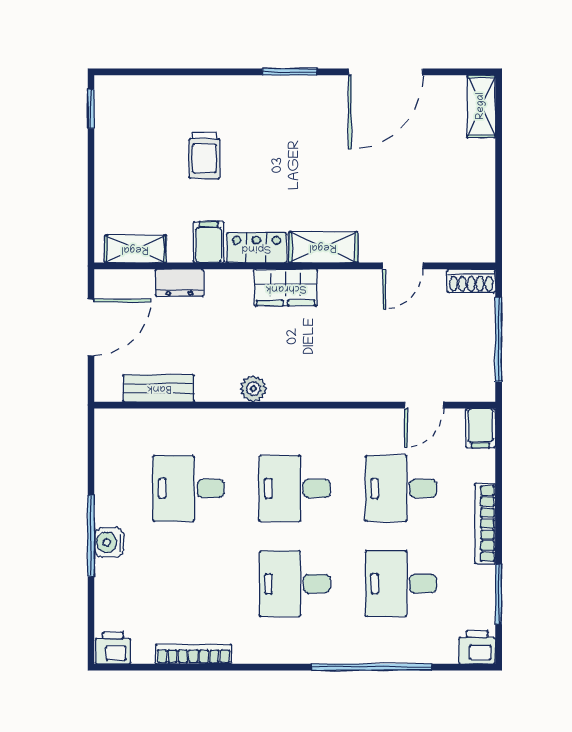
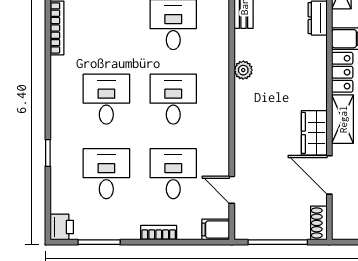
door: (403, 266) -> (329, 175), width x1.38
wardrobe: (286, 288) -> (314, 133), moved
bookcase: (485, 524) -> (159, 233), width x0.64
window: (371, 667) -> (48, 153), width x0.32

